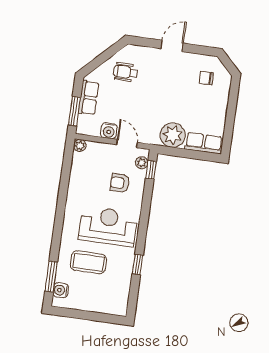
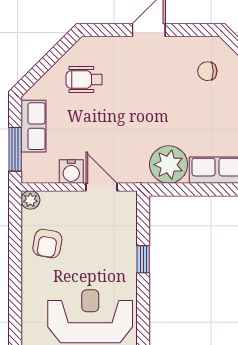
plant: (142, 163) -> (128, 213), removed
window: (151, 170) -> (143, 259), moved
armchair: (120, 183) -> (47, 244), moved, turned -80

